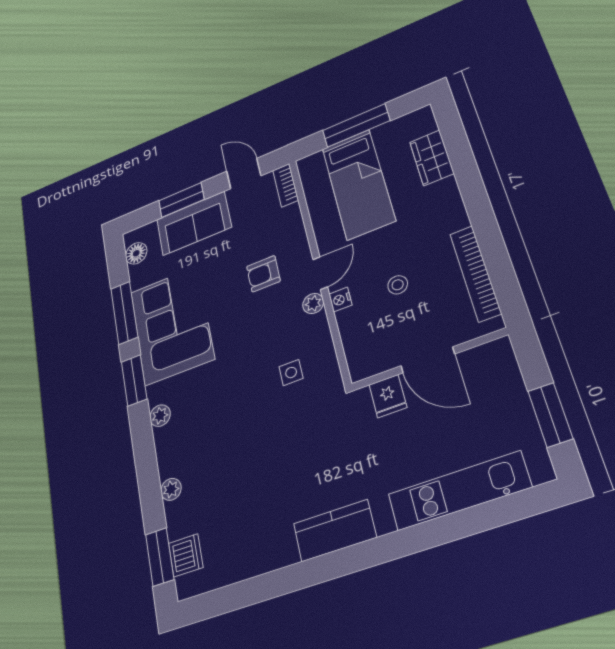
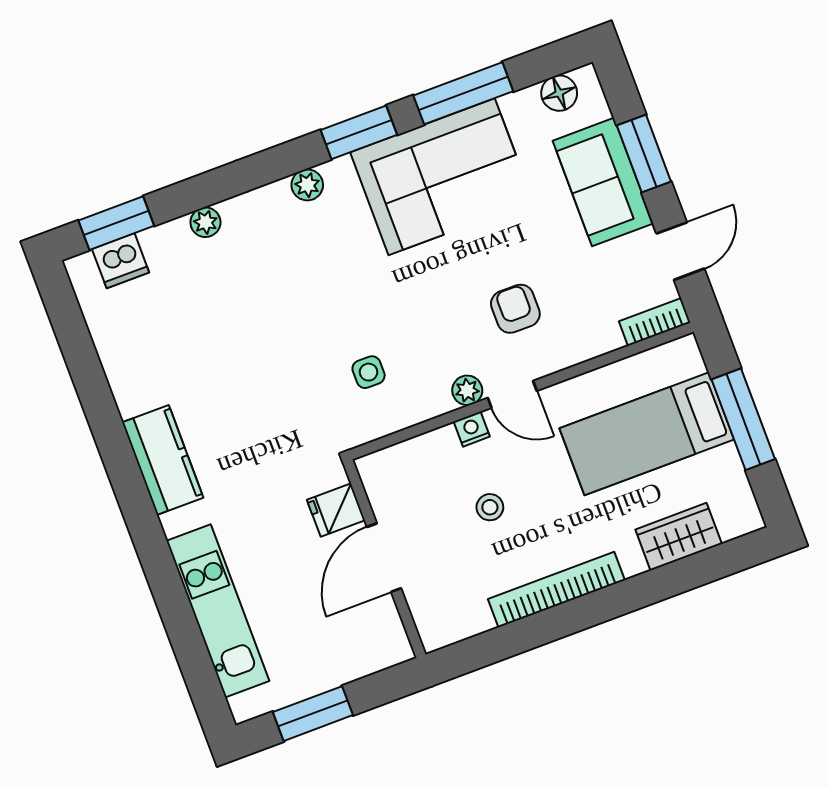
bookcase: (475, 273) -> (556, 590), moved

